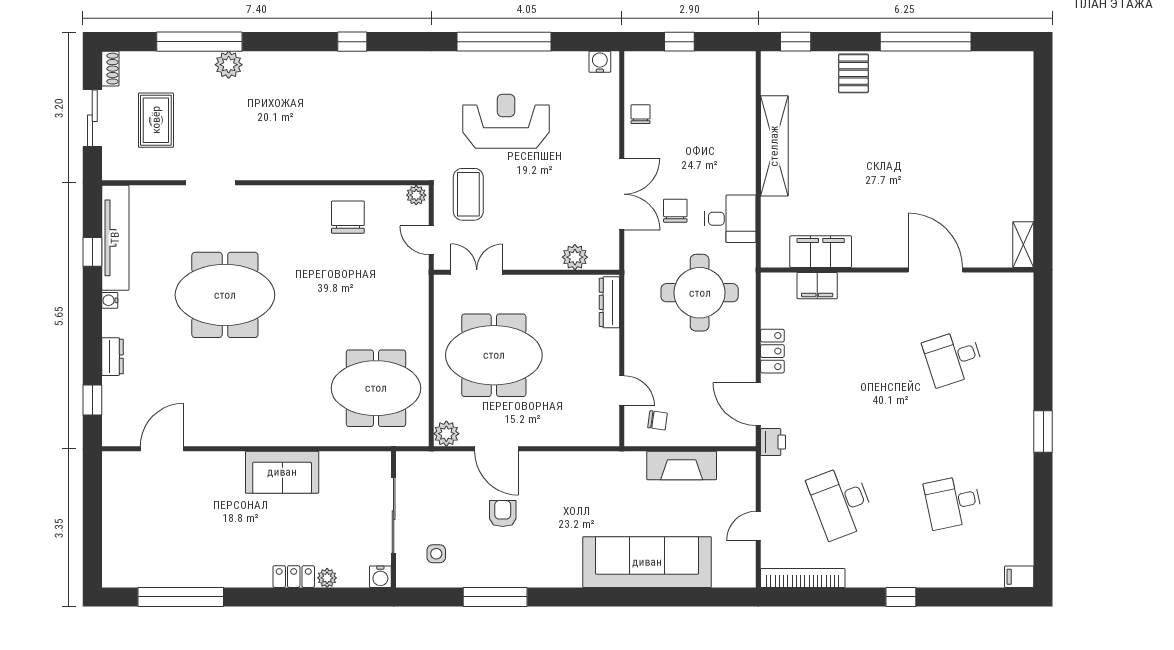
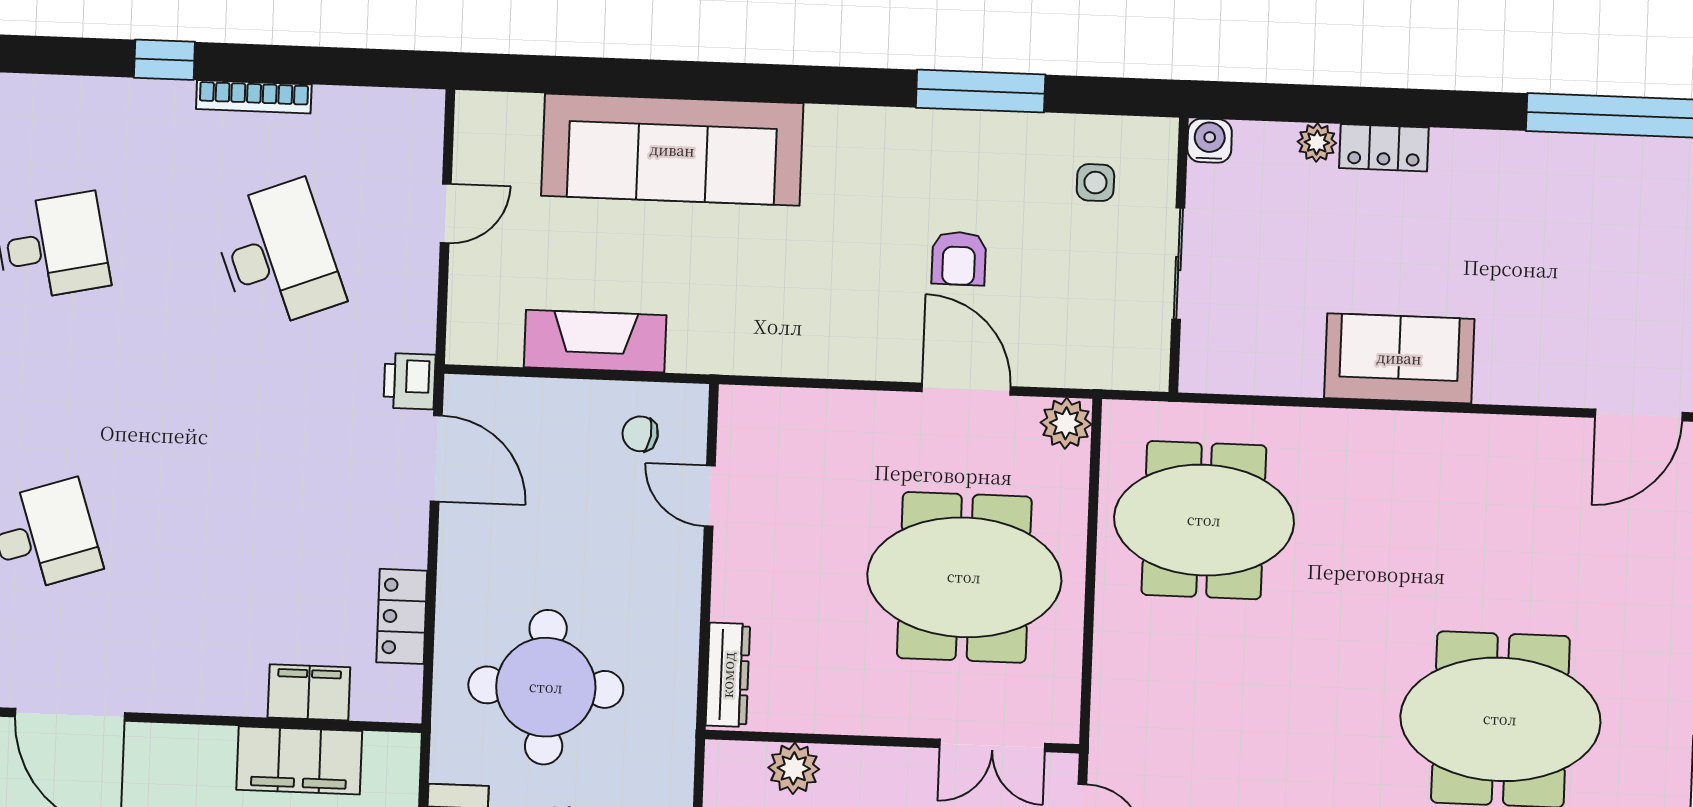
locker: (772, 351) -> (402, 616), moved
sliding door: (394, 515) -> (1178, 263), width x0.73
bookcase: (803, 578) -> (254, 97), moved, width x0.68, depth x0.76

